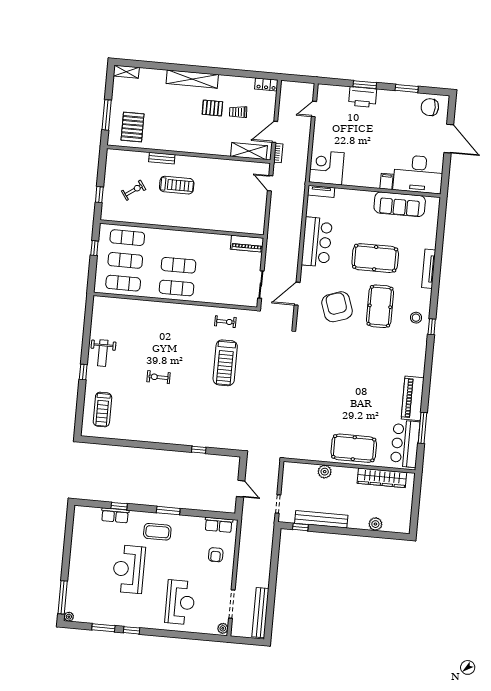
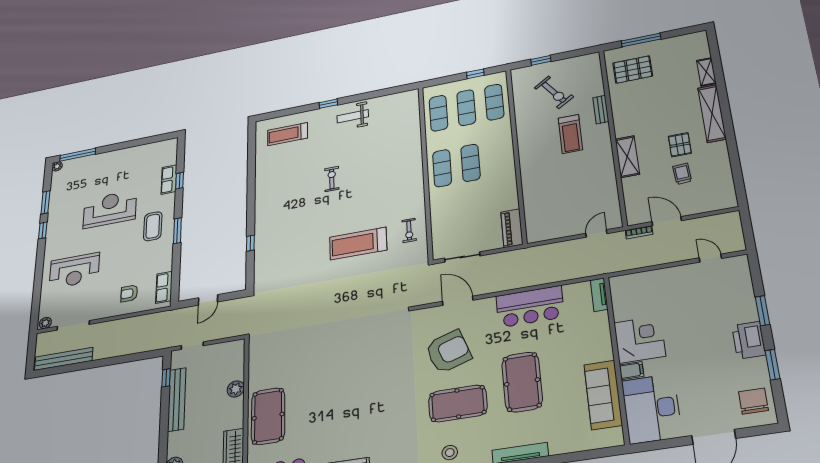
shelving: (126, 72) -> (706, 72), moved
locker: (266, 84) -> (728, 195), removed
printer: (363, 97) -> (749, 340), moved
shelving: (249, 151) -> (627, 157), moved
corner desk: (326, 167) -> (640, 339), moved
exercise bike: (134, 190) -> (554, 92), width x1.38, depth x1.39

